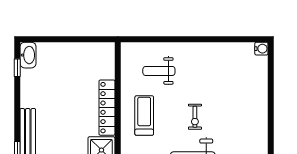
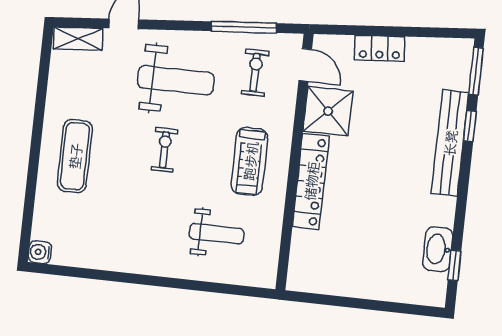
washbasin: (28, 55) -> (438, 249), moved
exercise mat: (247, 107) -> (75, 156), added

